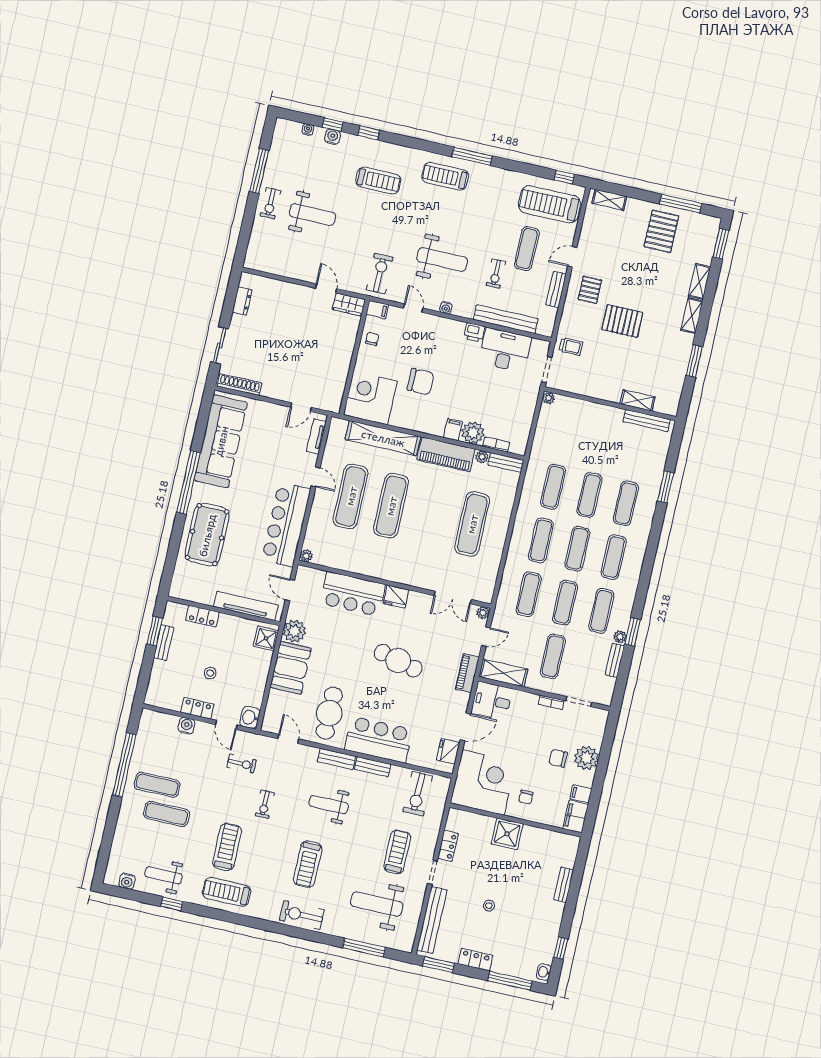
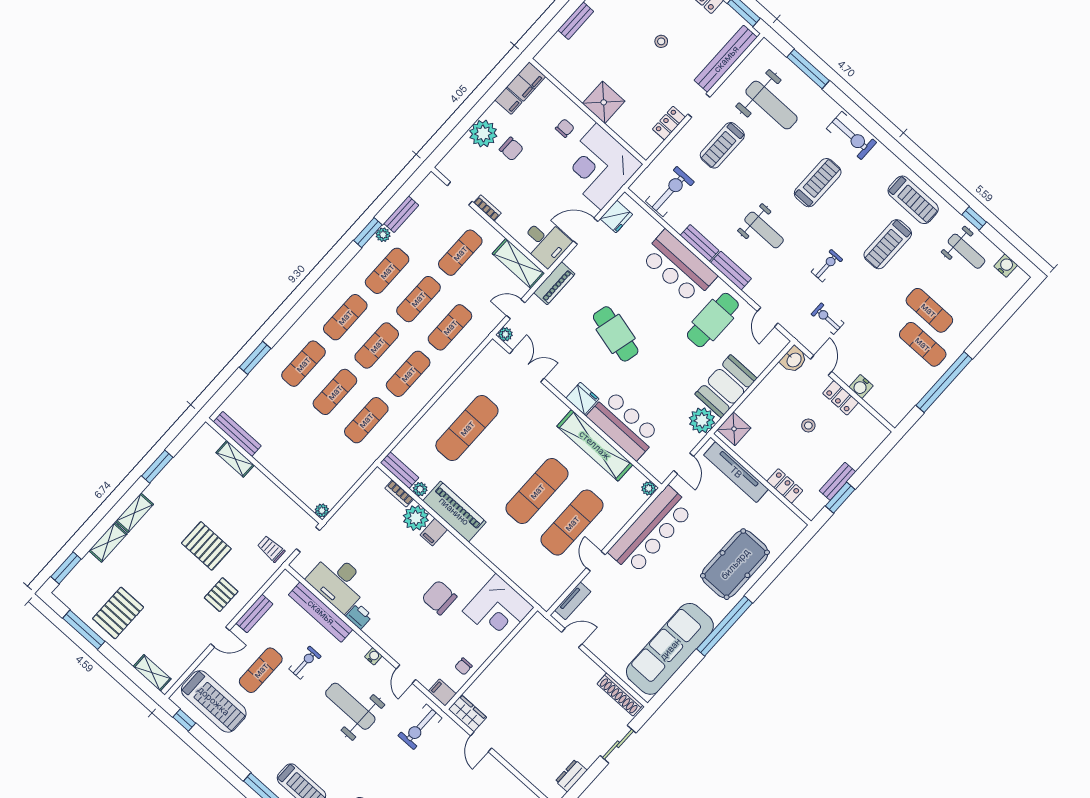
shelving: (383, 438) -> (595, 445), moved

